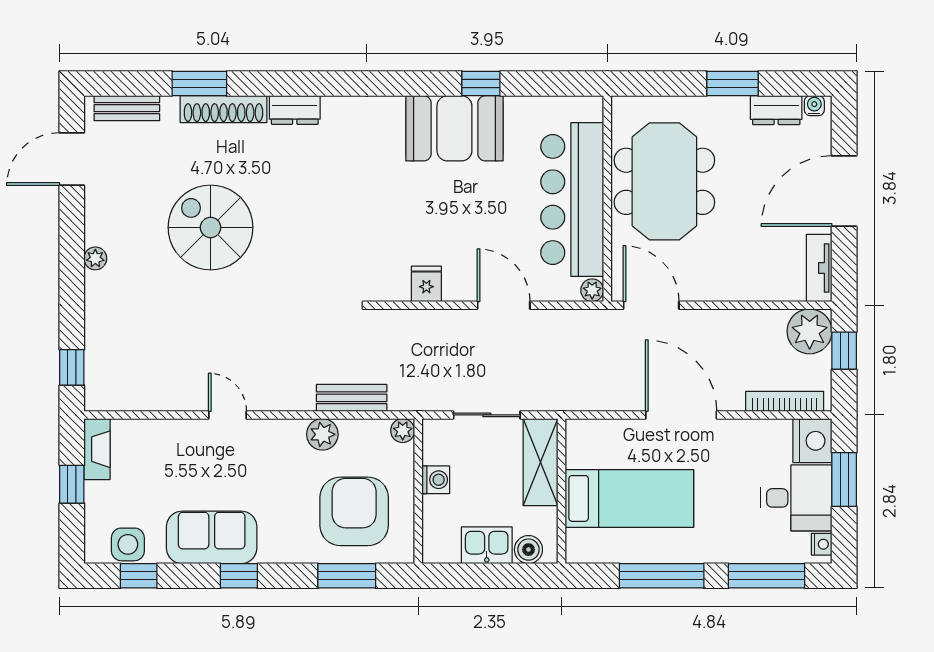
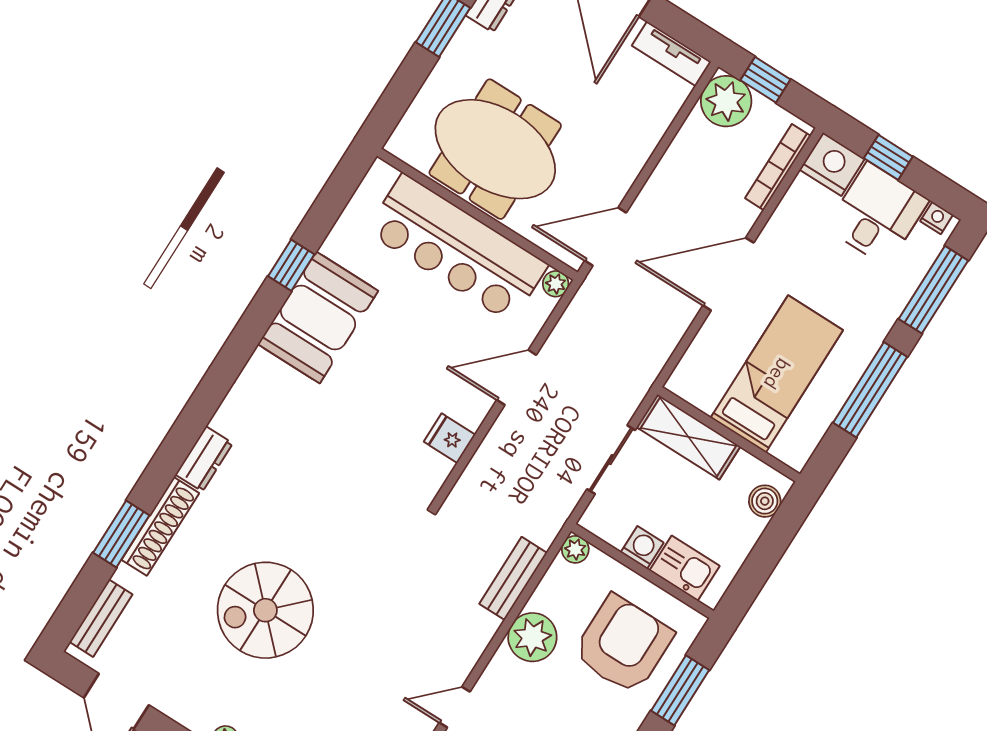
plant: (322, 434) -> (532, 637), width x1.36, depth x1.36
window: (844, 479) -> (888, 157), width x0.67
armchair: (354, 511) -> (623, 644), turned 90
kitchen sink: (487, 545) -> (685, 568), moved, turned 90

